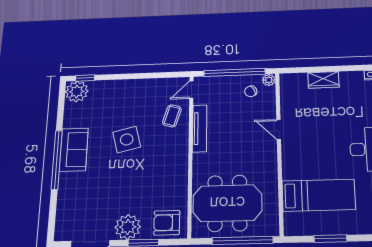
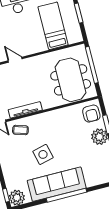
door: (279, 129) -> (15, 60), swing flipped
sofa: (74, 150) -> (57, 184), width x1.85, depth x1.27

